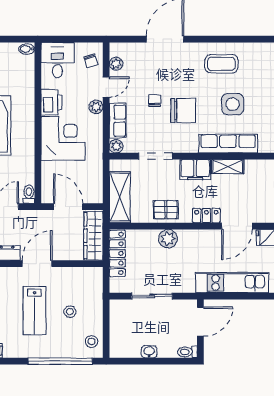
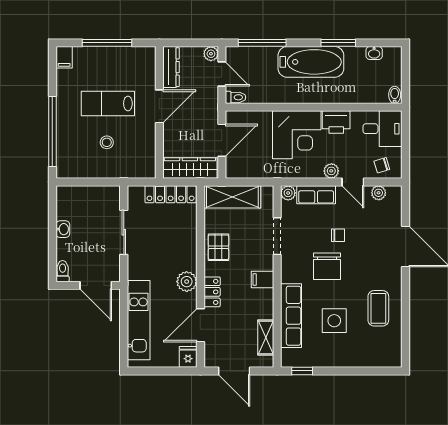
shelving: (228, 167) -> (266, 337), moved
filing cabinet: (195, 170) -> (262, 280), width x0.50
door: (237, 226) -> (200, 325), hinge flipped
plant: (168, 239) -> (187, 282), moved
door: (37, 264) -> (159, 106), hinge flipped
stool: (91, 341) -> (74, 166), removed

